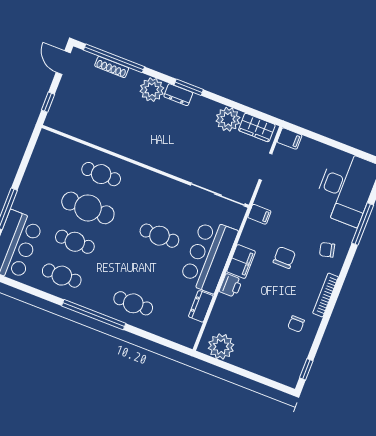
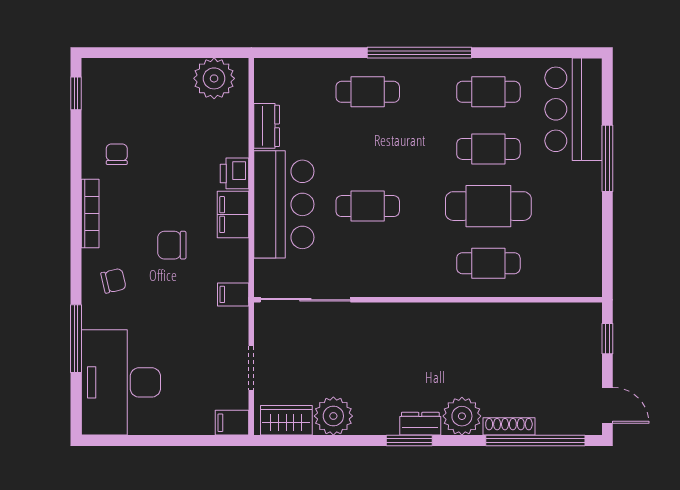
shoe rack: (112, 67) -> (509, 426), moved
chair: (284, 257) -> (172, 245), turned 90

